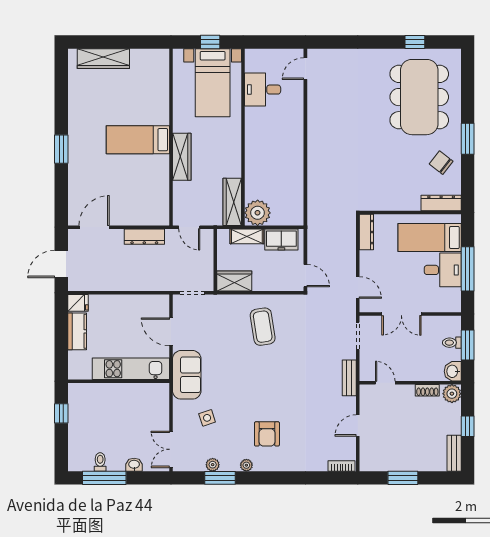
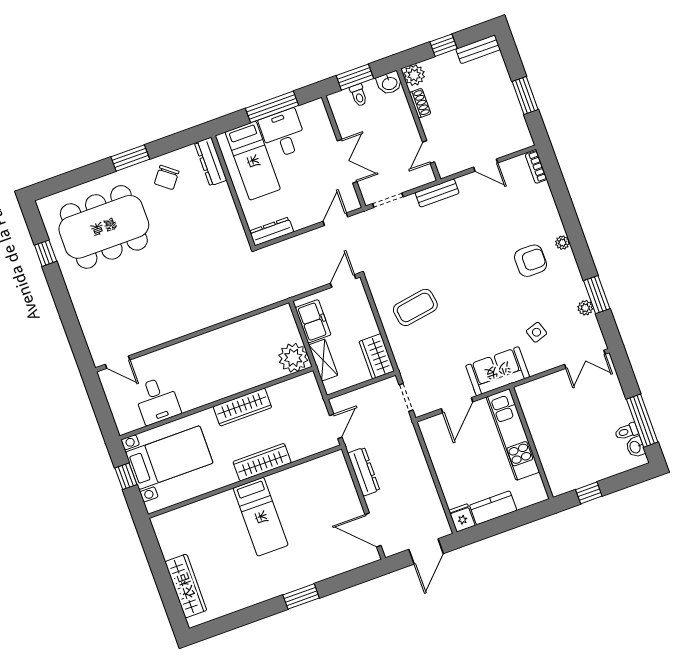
wardrobe: (232, 202) -> (242, 407), moved
door: (61, 264) -> (426, 551), hinge flipped
washbasin: (134, 465) -> (635, 447), moved
plant: (246, 465) -> (562, 243), moved

